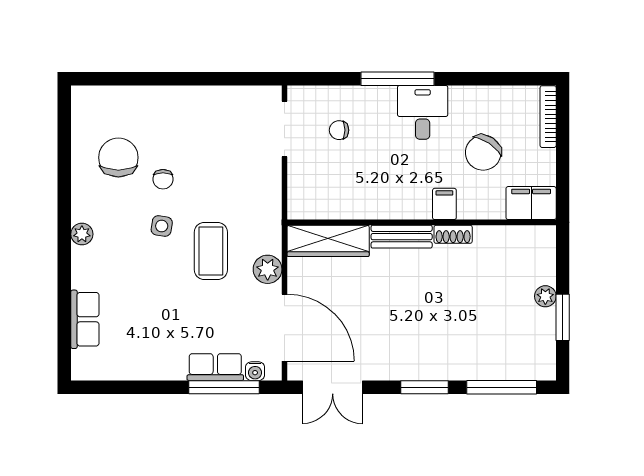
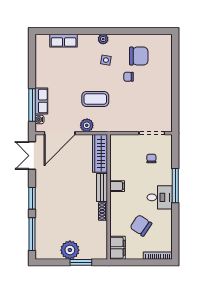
filing cabinet: (444, 204) -> (117, 186), moved
side table: (162, 226) -> (106, 60), moved
plant: (545, 296) -> (70, 250), width x1.88, depth x1.88
window: (563, 317) -> (81, 262), moved

